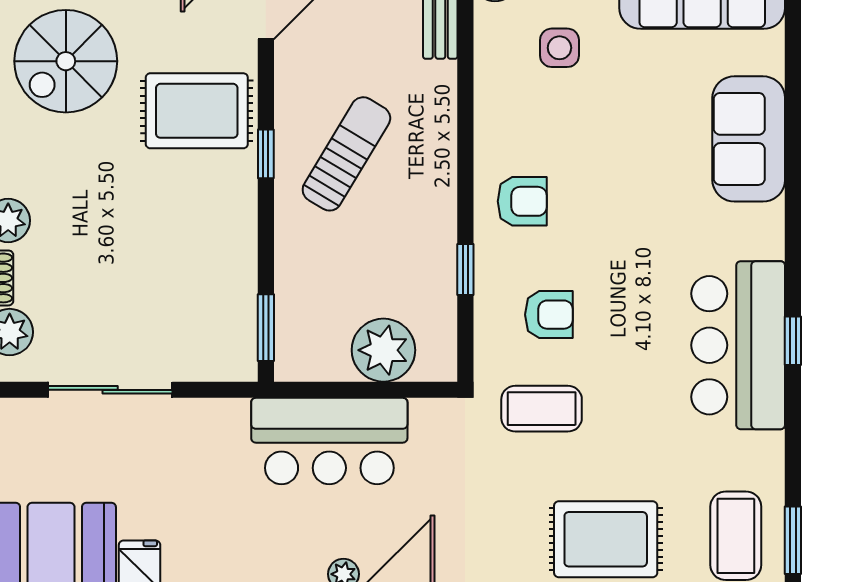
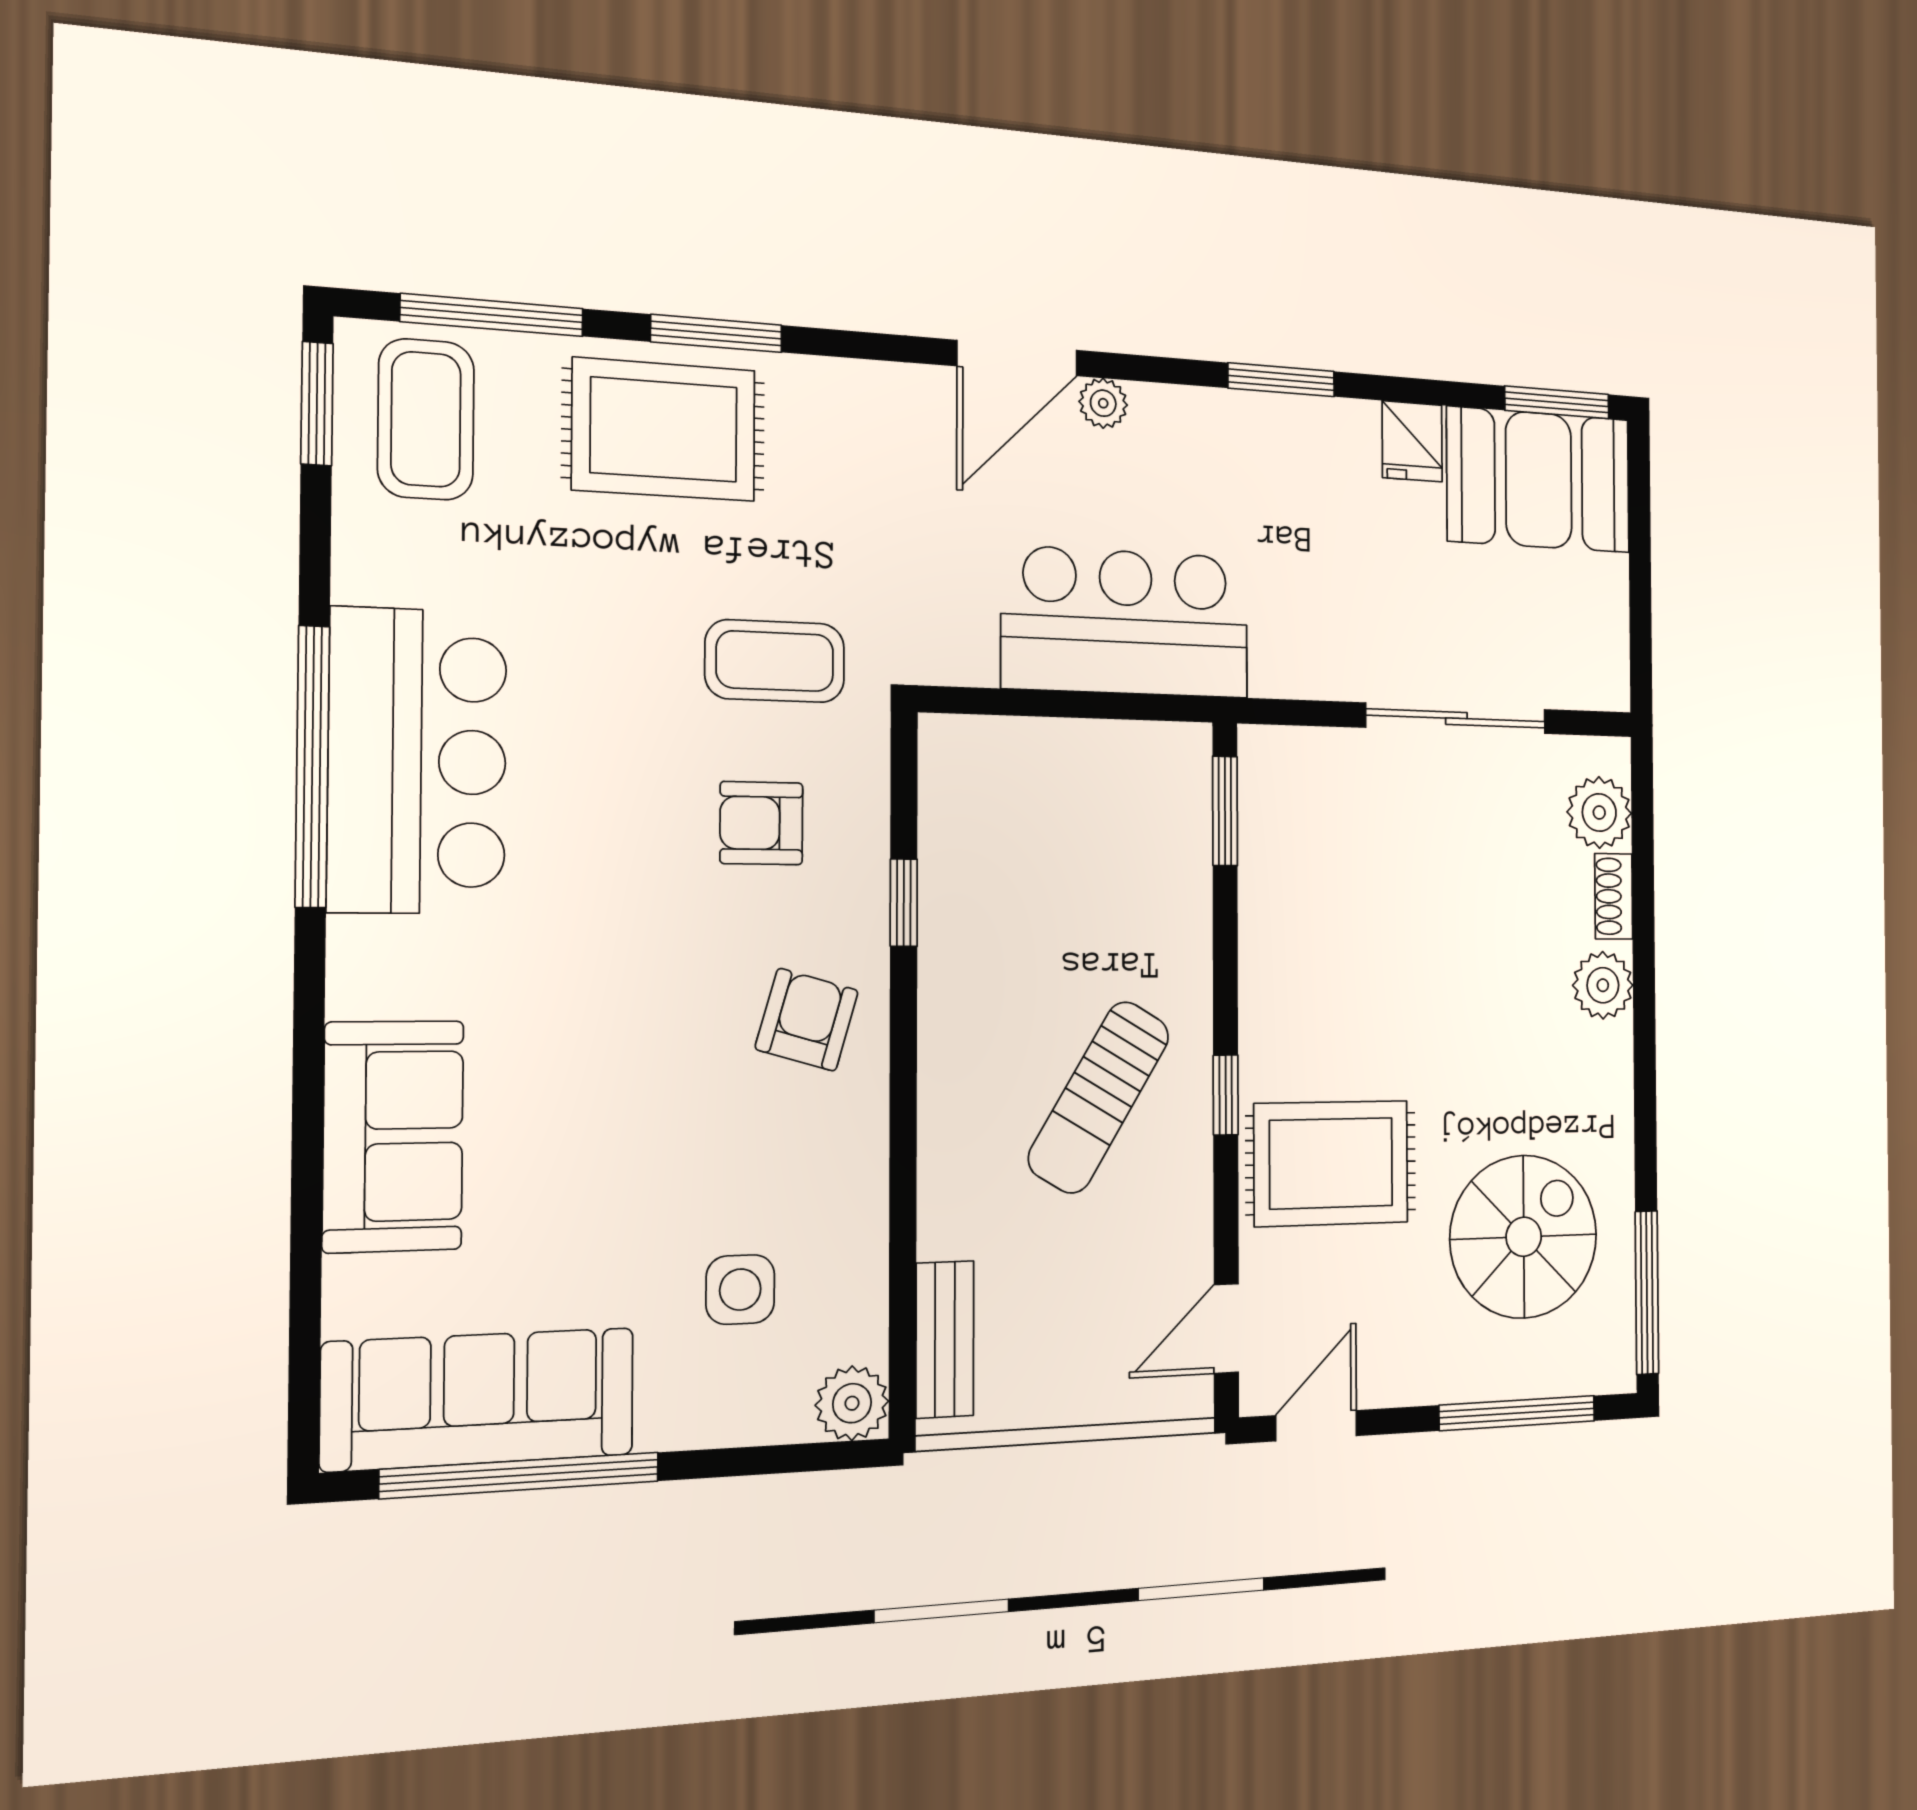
armchair: (522, 201) -> (807, 1020), turned 106
window: (793, 341) -> (312, 766), width x3.17
plant: (383, 350) -> (1039, 769), removed

